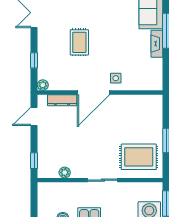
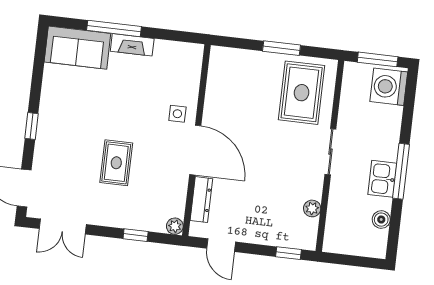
rug: (79, 42) -> (116, 163), turned 90

